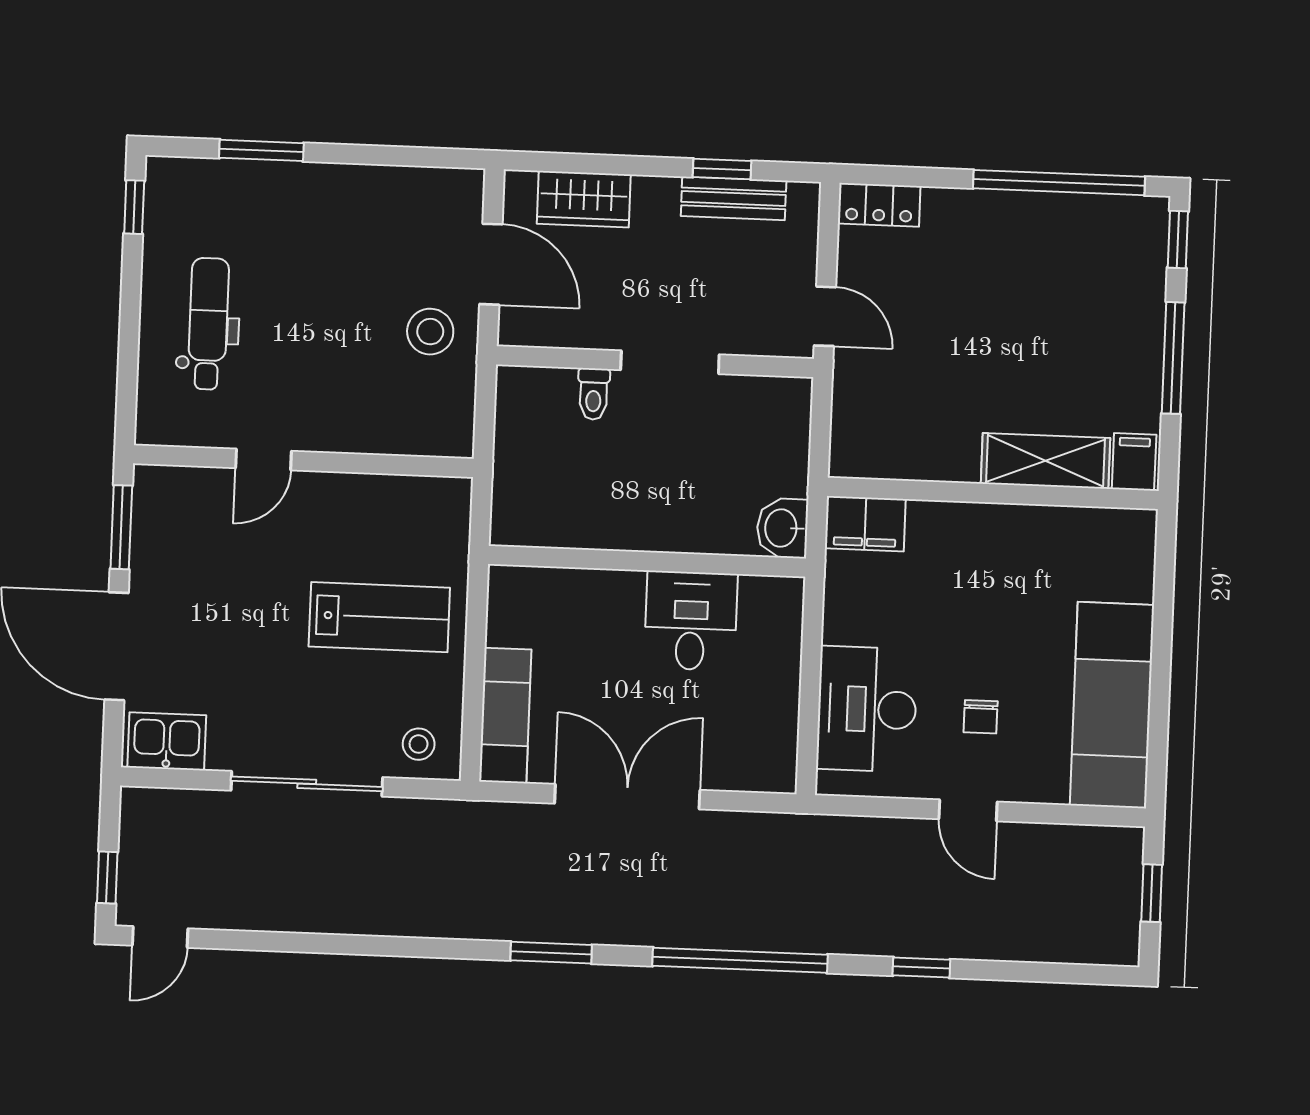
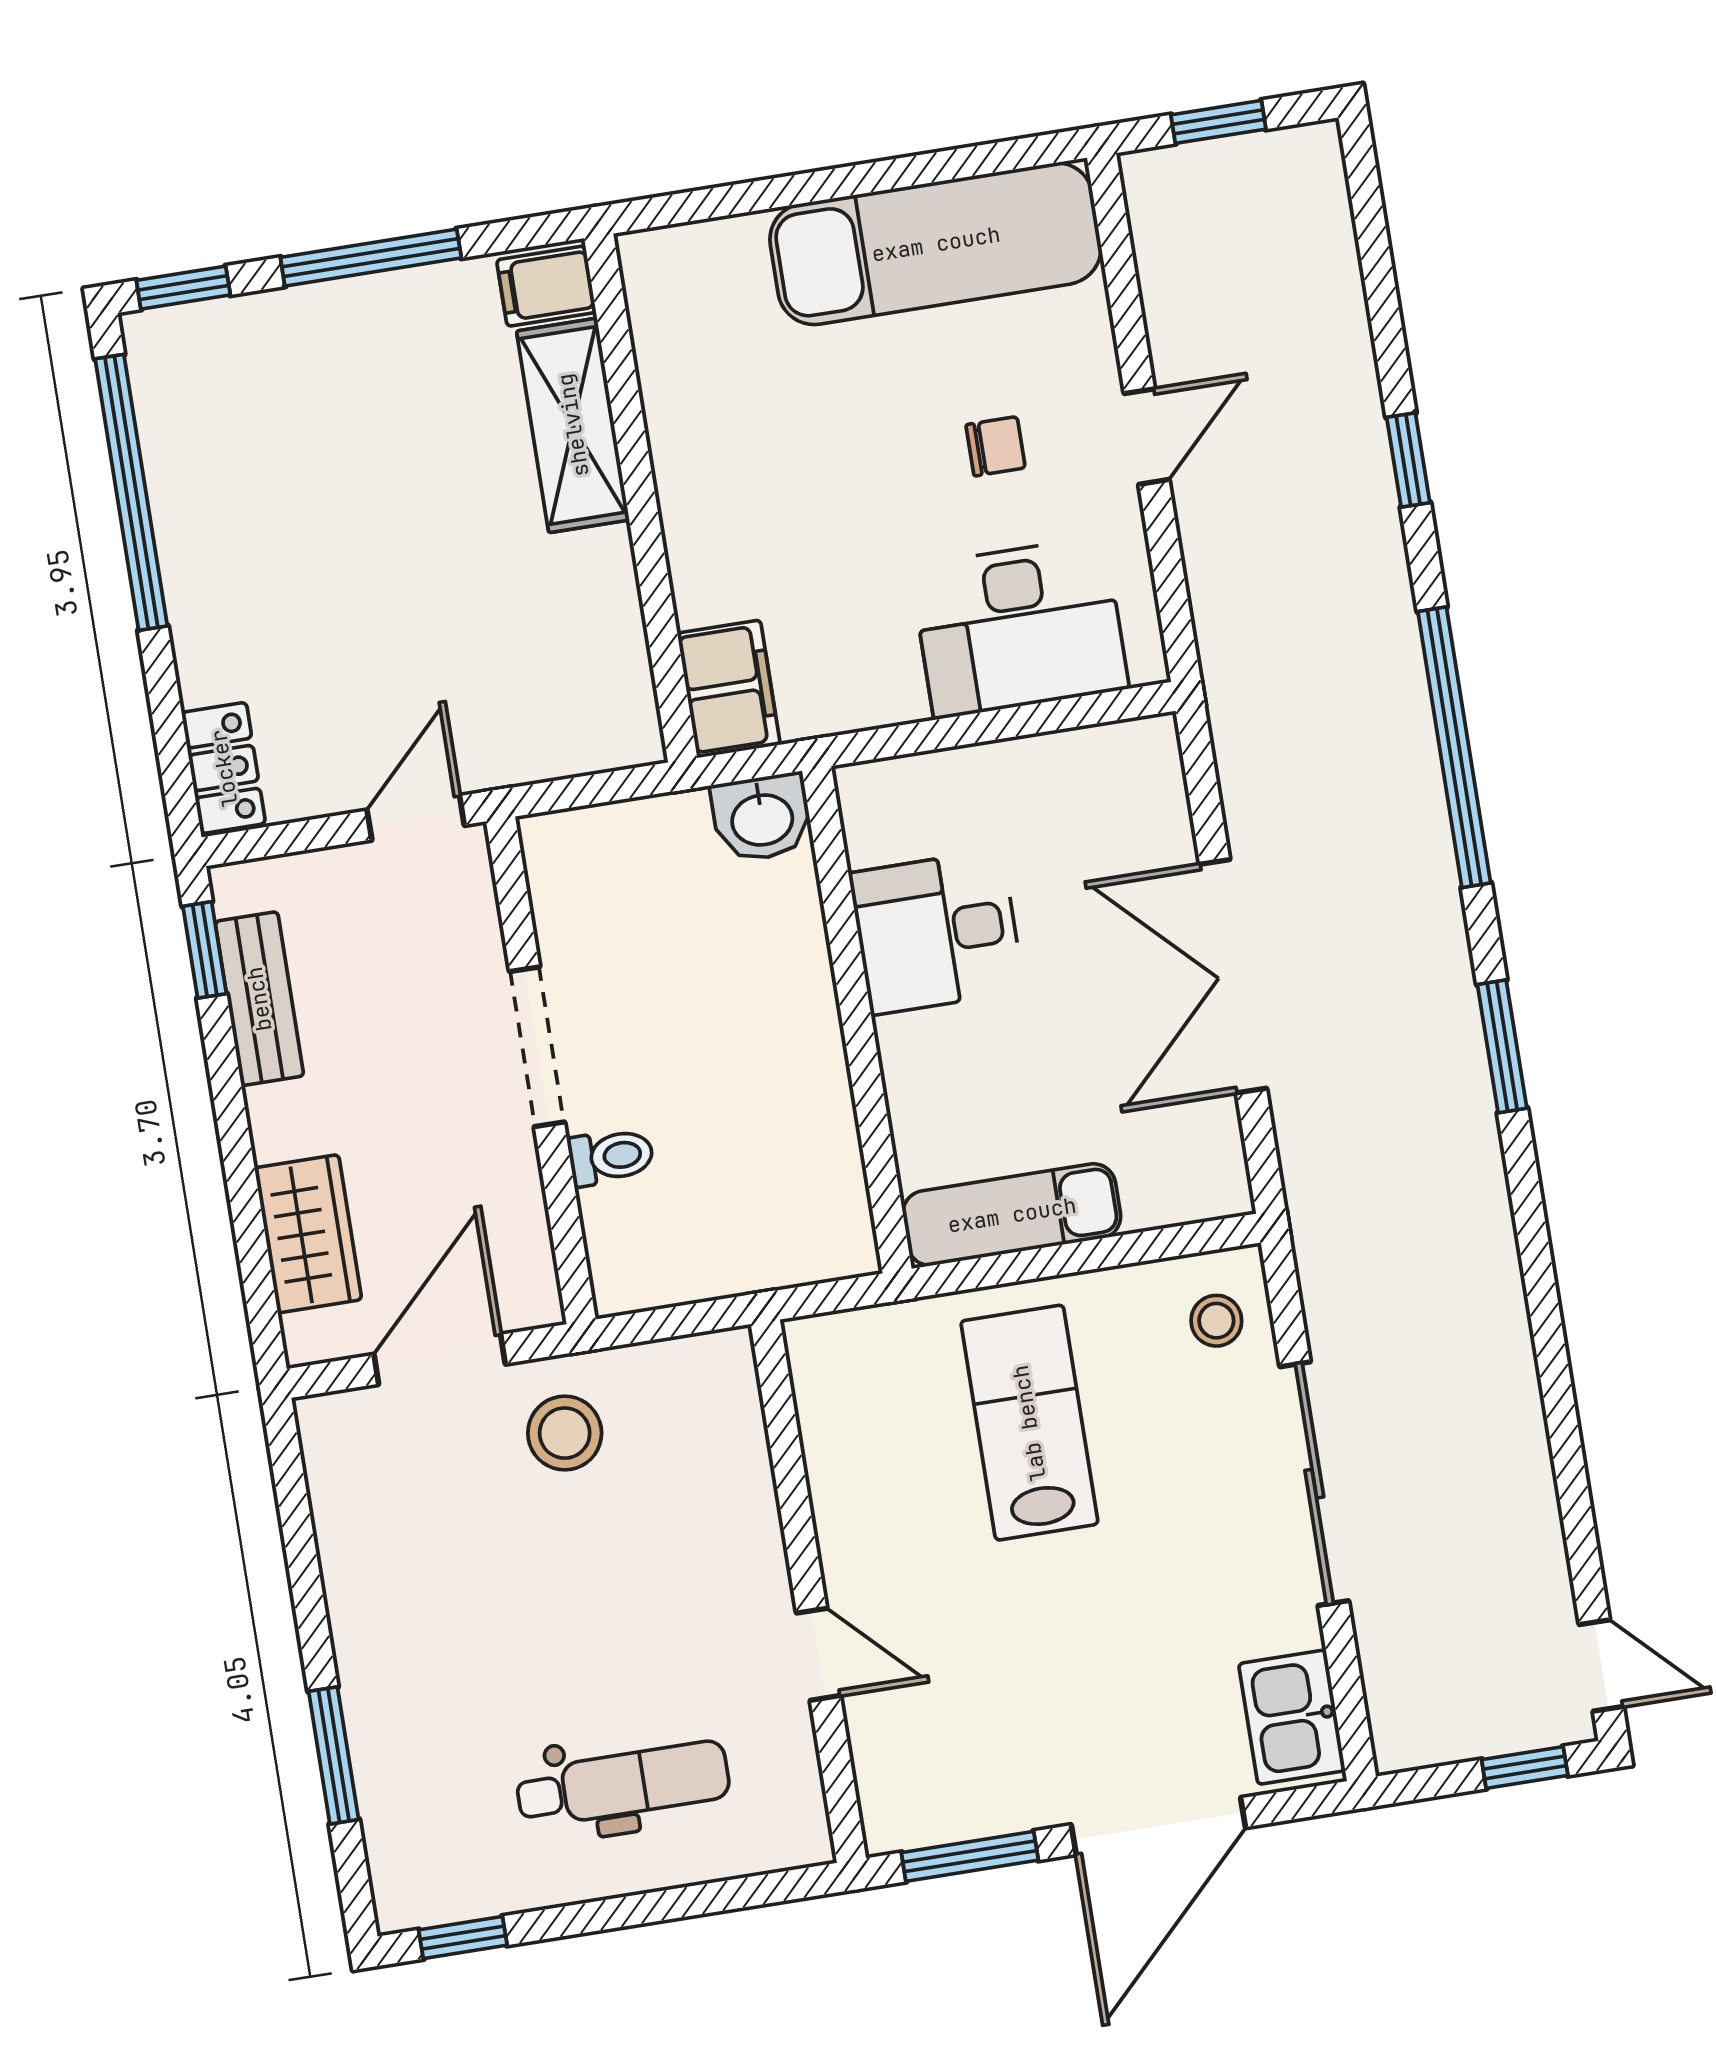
window: (722, 169) -> (205, 950), moved
dental chair: (208, 324) -> (623, 1784), turned 180
exam couch: (505, 716) -> (1012, 1215), moved

